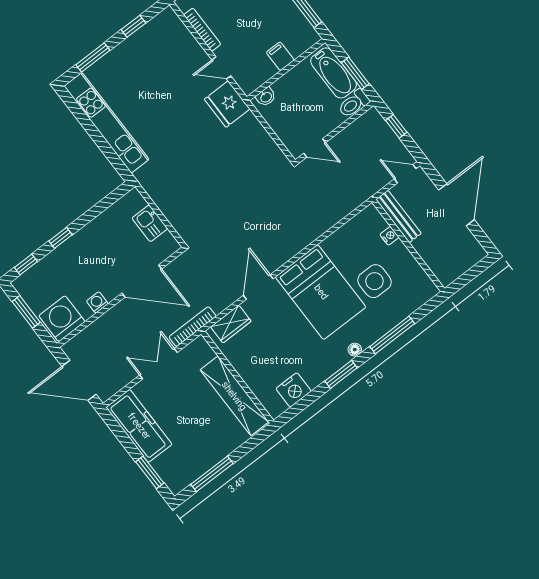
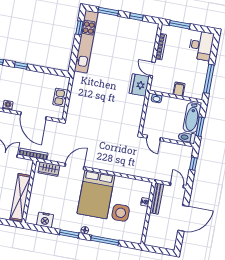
window: (80, 115) -> (79, 28), added

